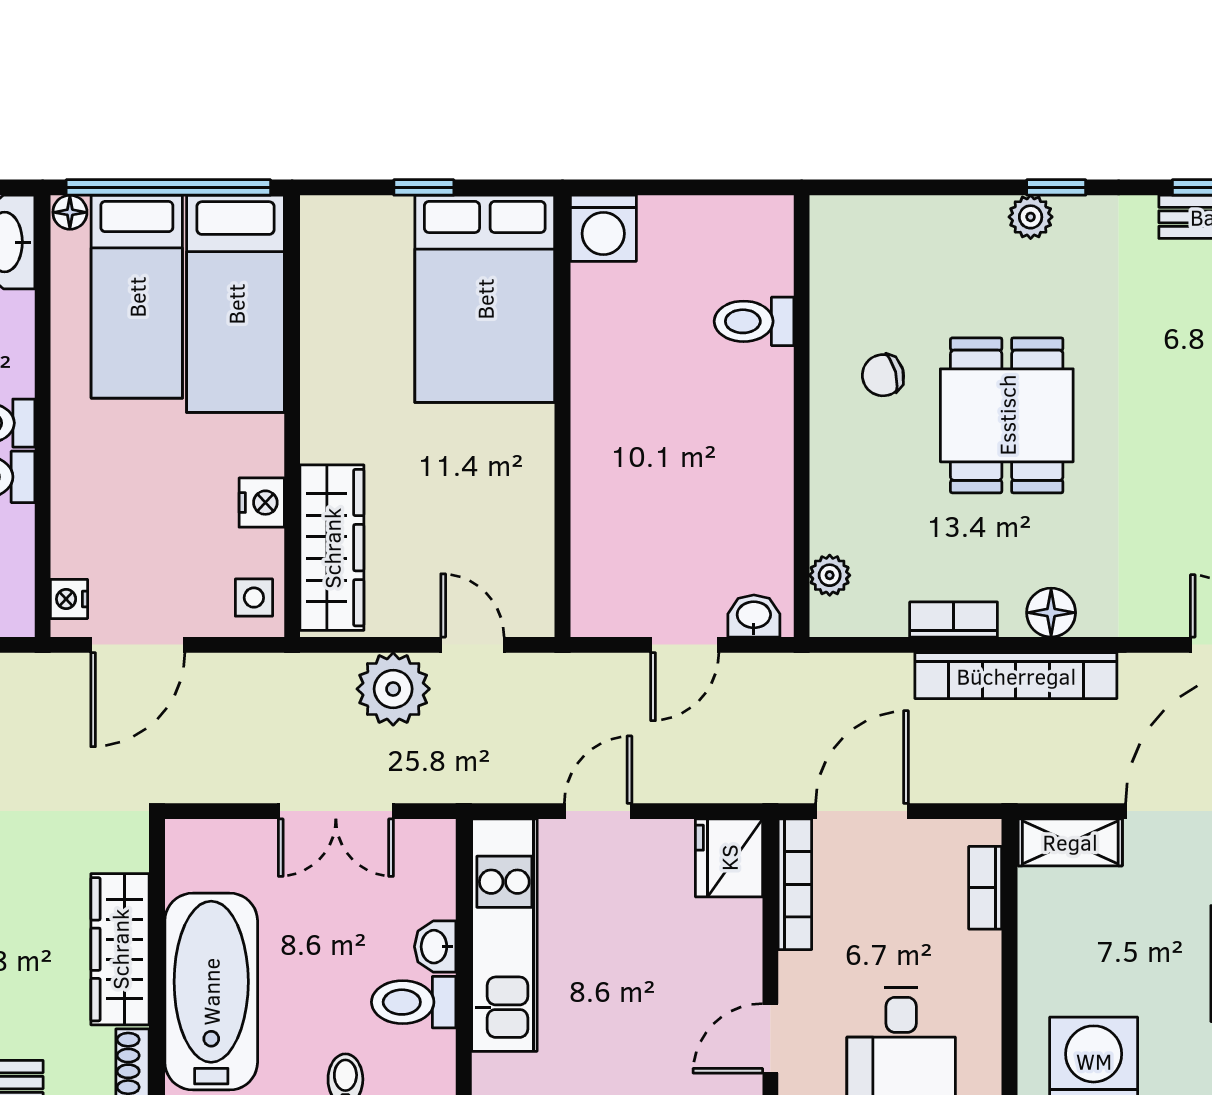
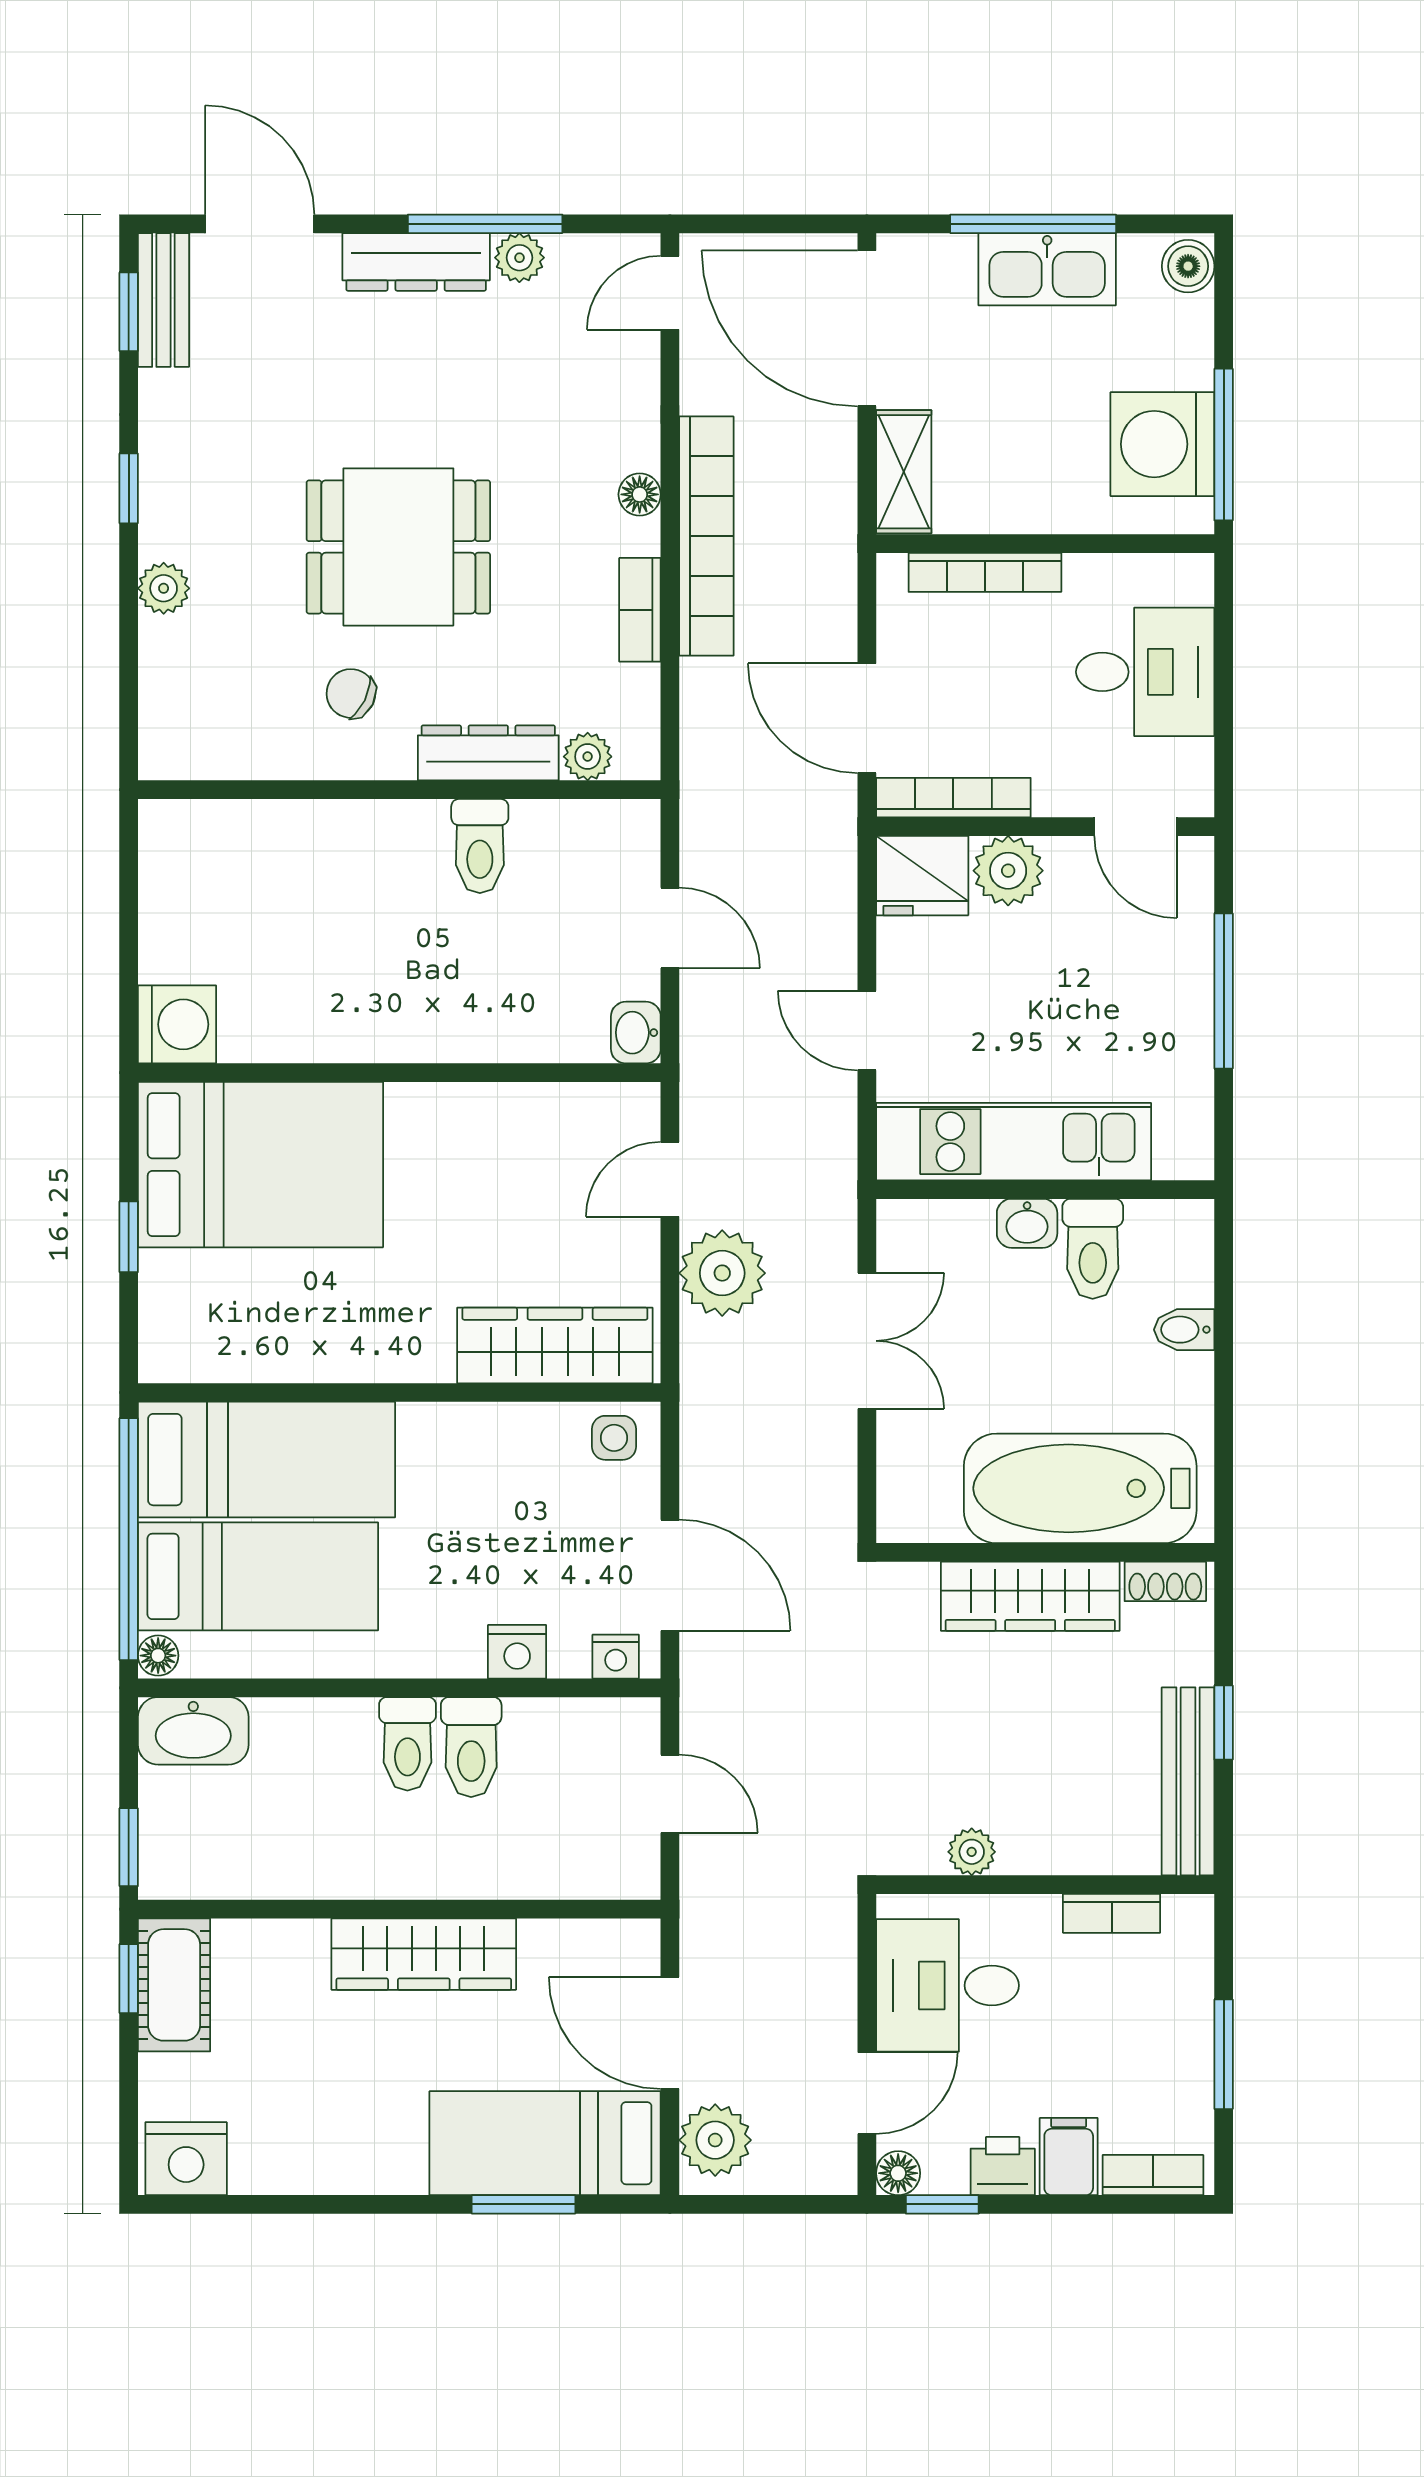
plant: (1031, 217) -> (164, 588), moved
toilet: (754, 321) -> (480, 846), moved
chair: (883, 375) -> (351, 693), turned 131
dresser: (833, 491) -> (488, 753), added
nightstand: (262, 503) -> (517, 1652), moved, turned 180
floor lamp: (1051, 613) -> (640, 494), width x0.73, depth x0.73
washbasin: (754, 616) -> (636, 1033), moved
bookcase: (985, 888) -> (985, 572), width x1.56
plant: (733, 931) -> (1008, 871), added

